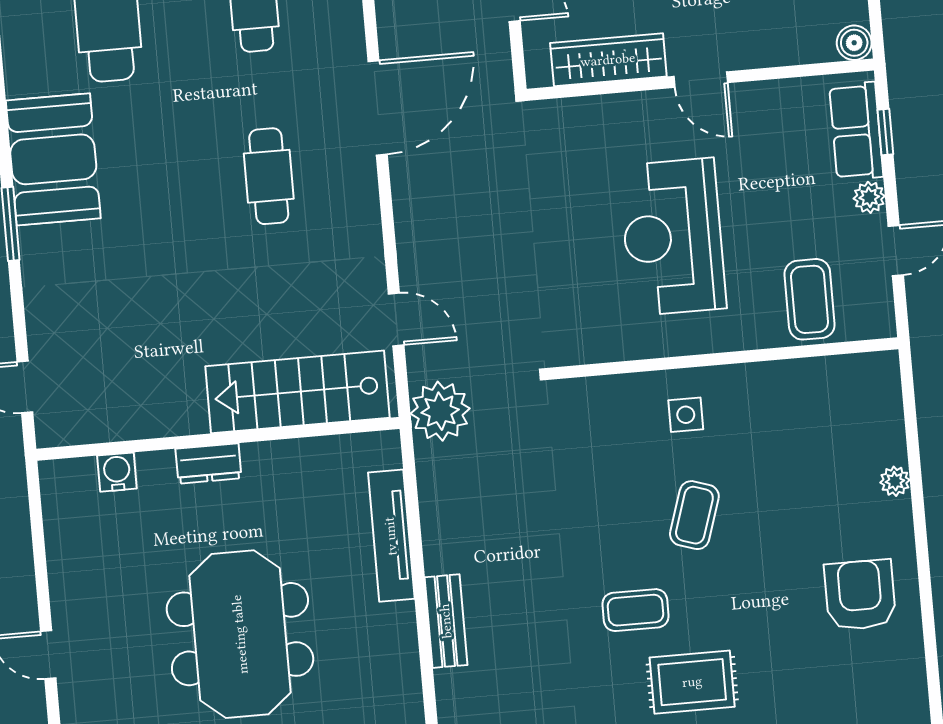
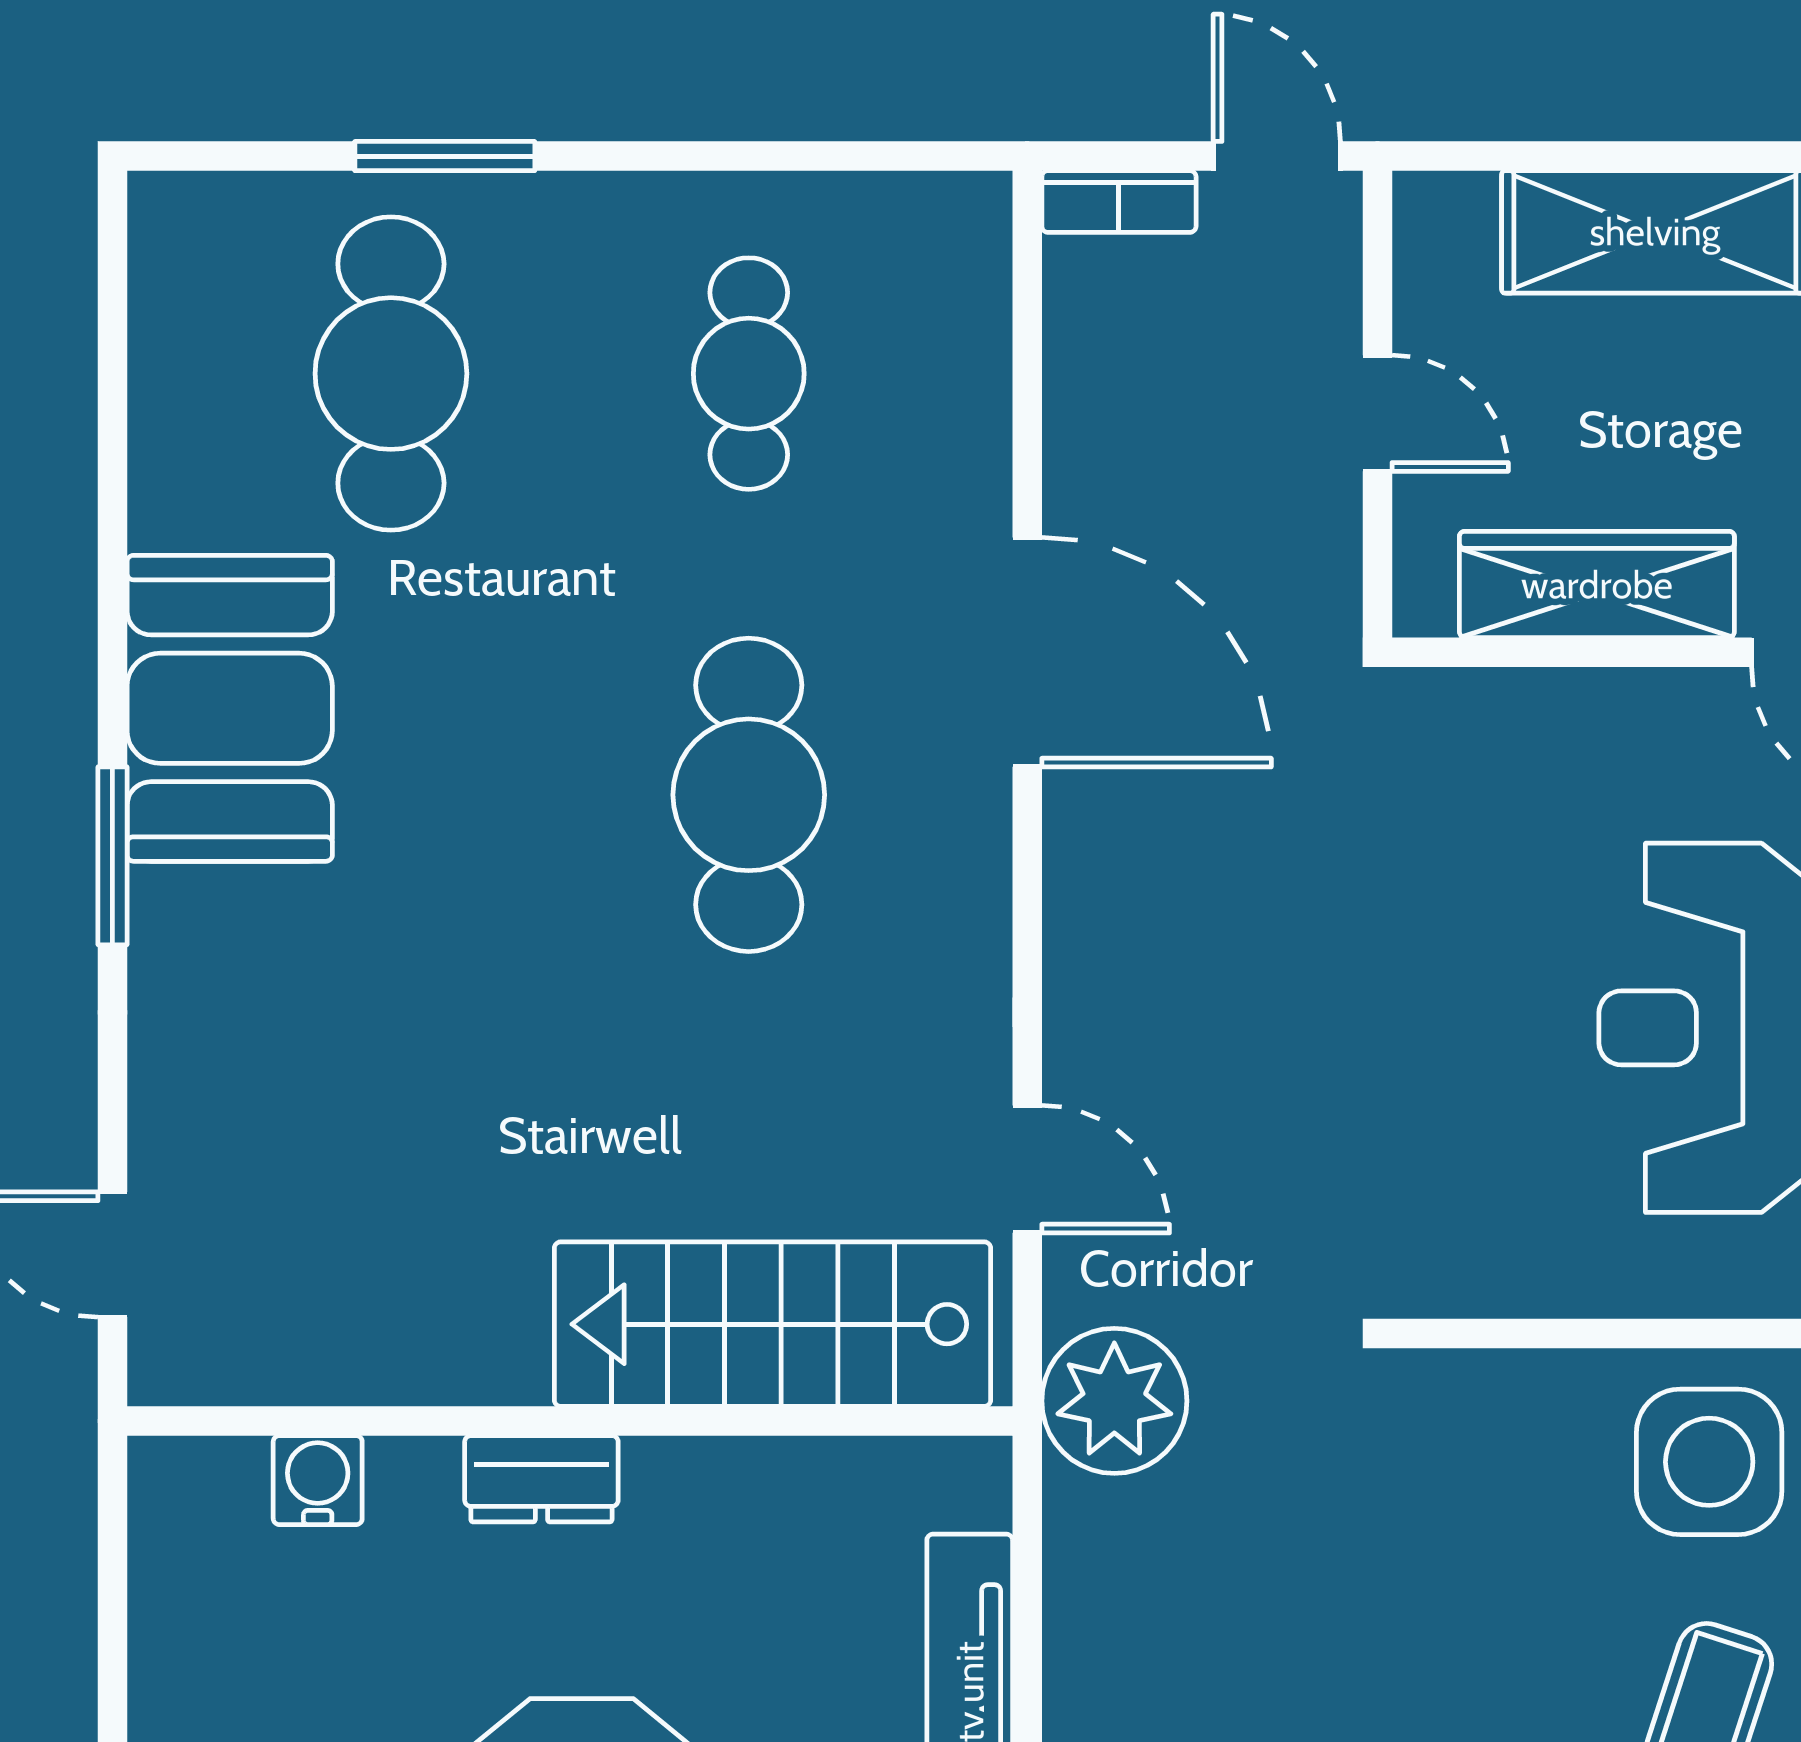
door: (378, 108) -> (1027, 652), hinge flipped
cafe table: (269, 176) -> (749, 795), width x1.37, depth x1.35
side table: (686, 415) -> (1709, 1462), width x1.87, depth x1.87

